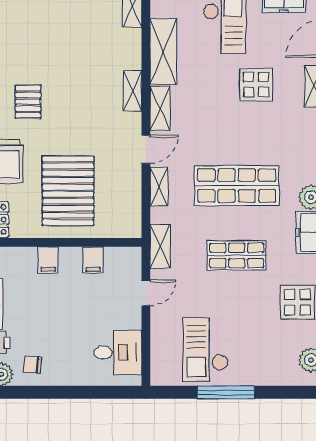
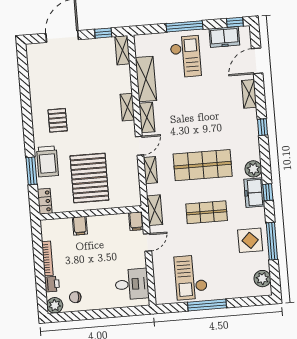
display table: (256, 85) -> (210, 96), removed
filing cabinet: (93, 260) -> (136, 221), moved

